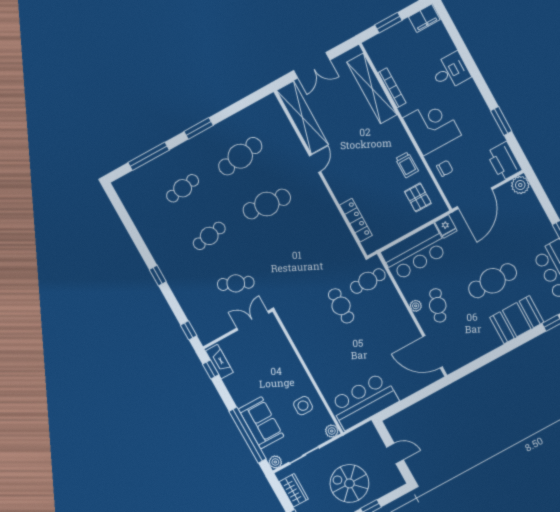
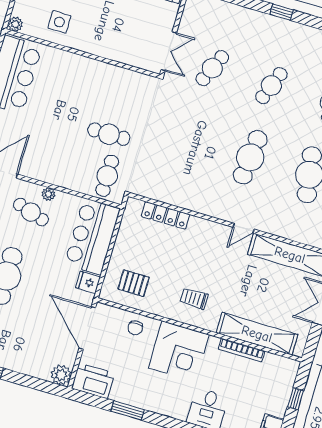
window: (388, 23) -> (296, 399), width x0.67
door: (315, 164) -> (243, 228), hinge flipped
trolley: (407, 165) -> (194, 299), moved
cafe table: (209, 236) -> (271, 86), turned 30

